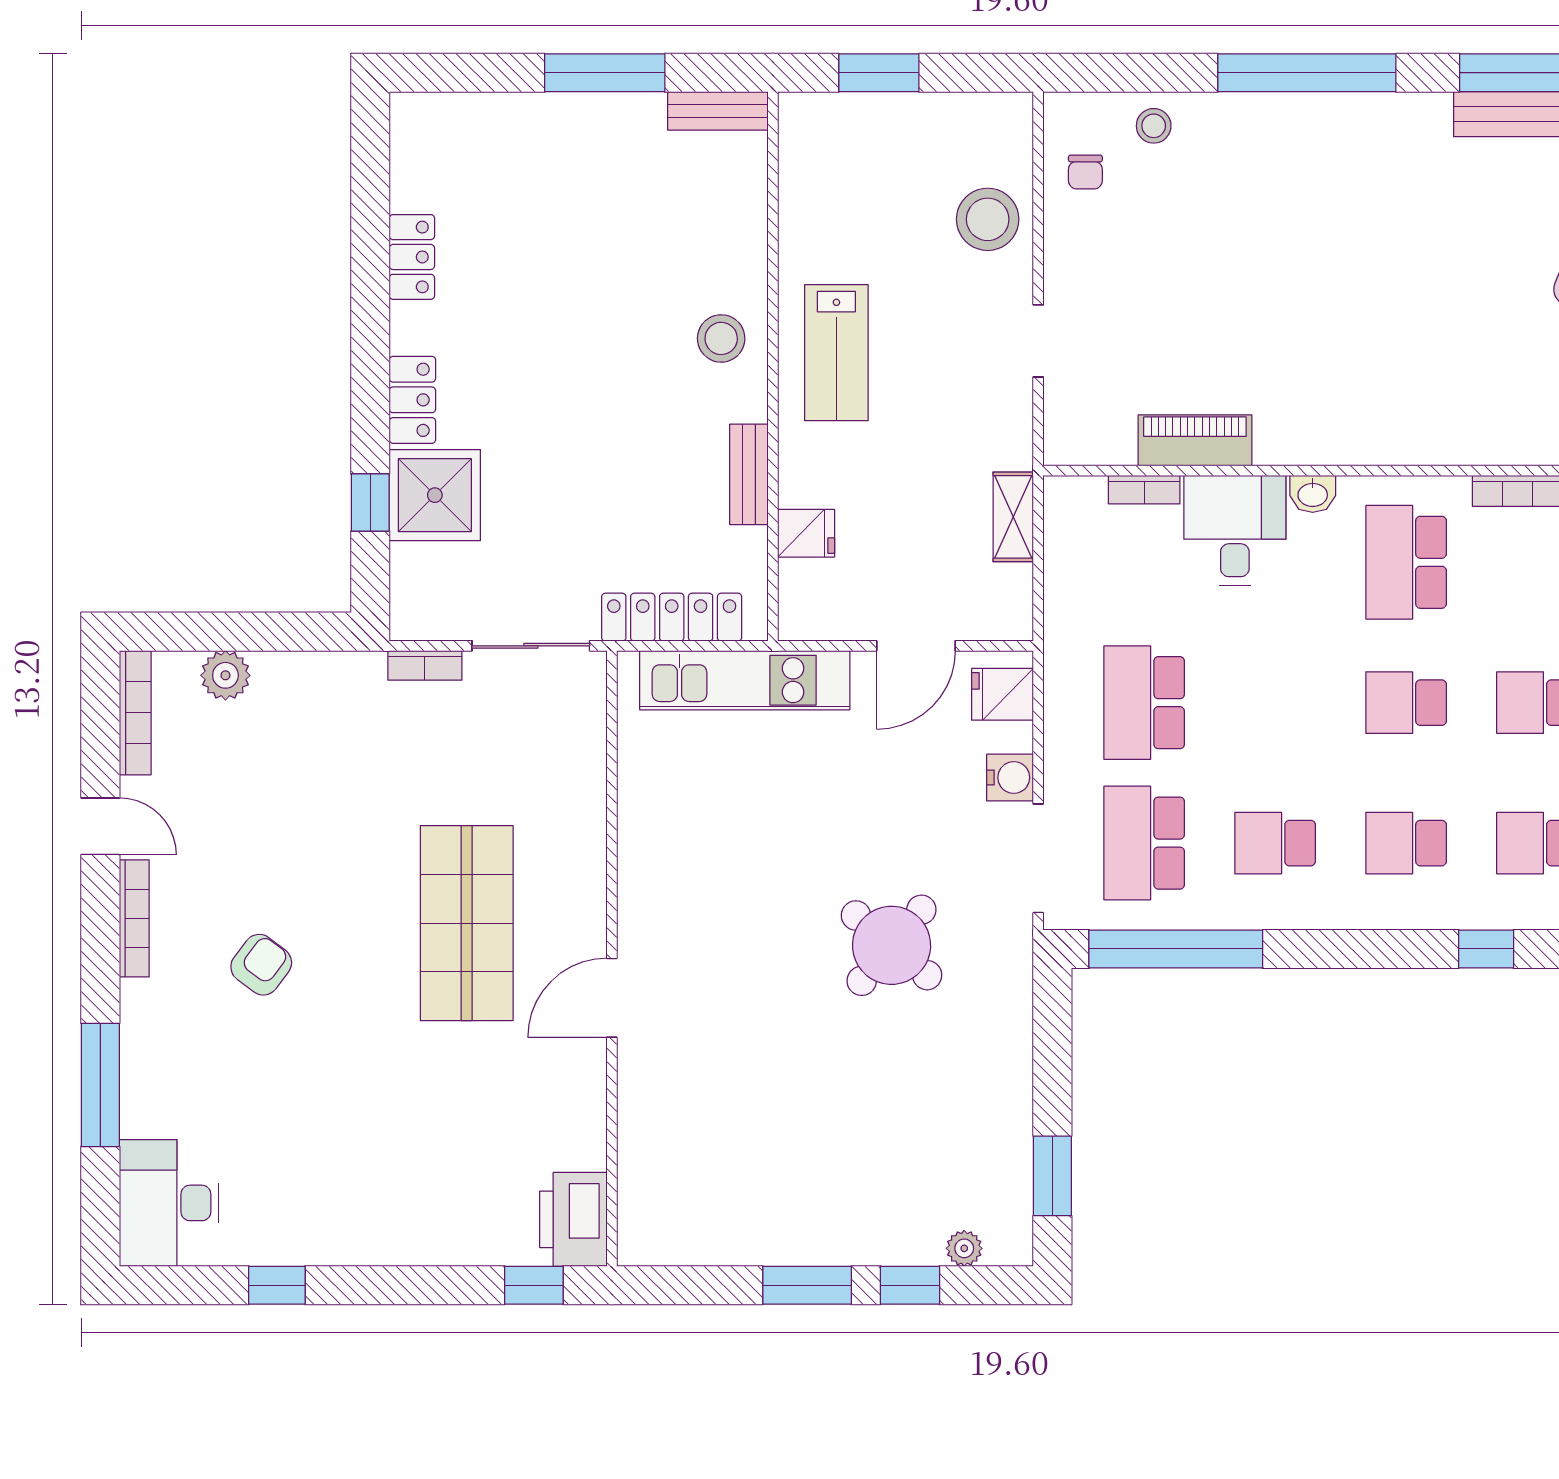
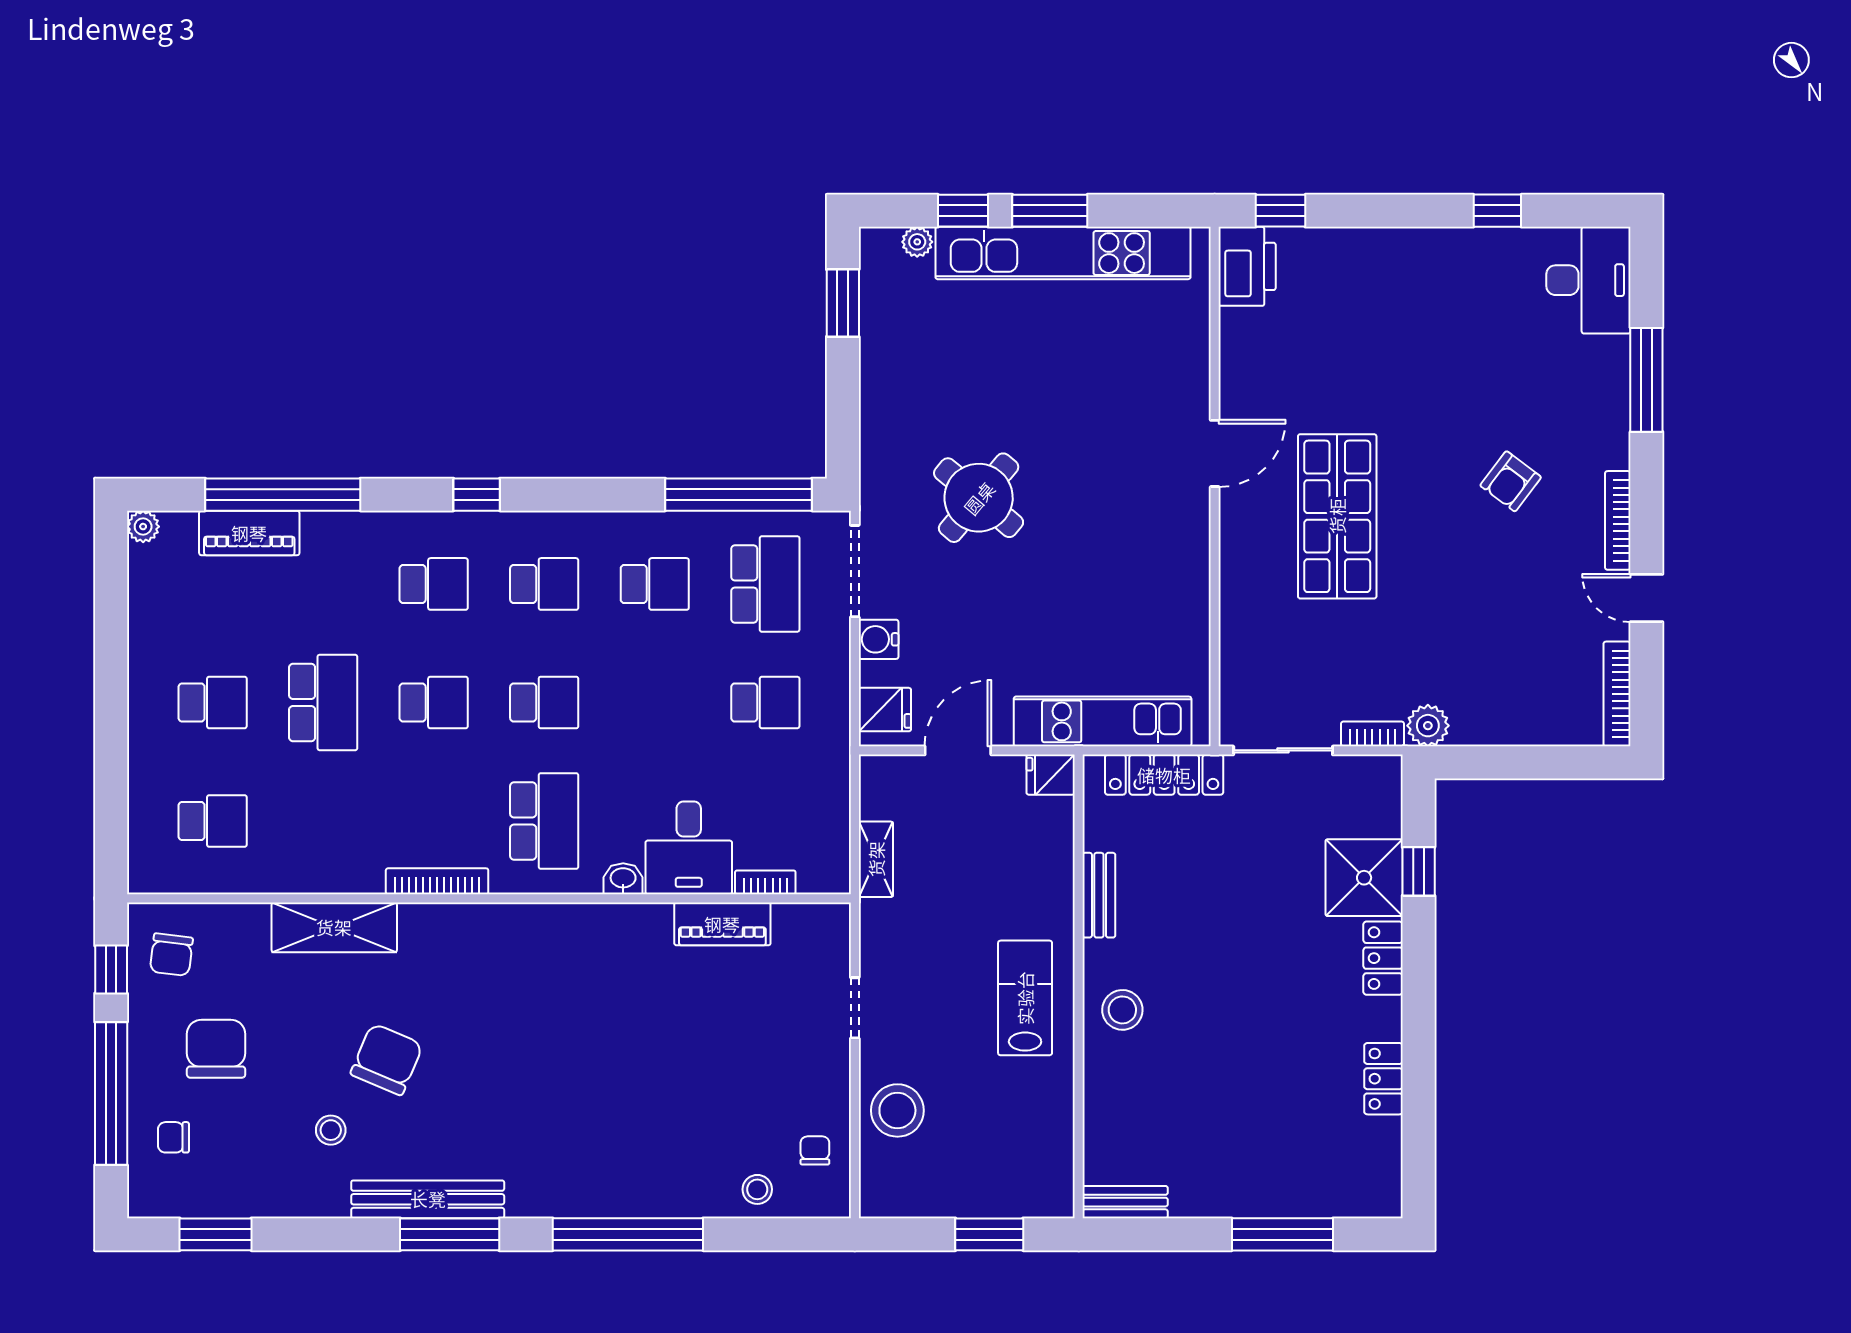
window: (605, 73) -> (1282, 1234), moved
fridge: (806, 533) -> (1051, 775), moved
plant: (225, 675) -> (1428, 726), moved
school desk: (1144, 703) -> (765, 702), width x0.54
kitchen unit: (792, 1235) -> (1063, 253), added

